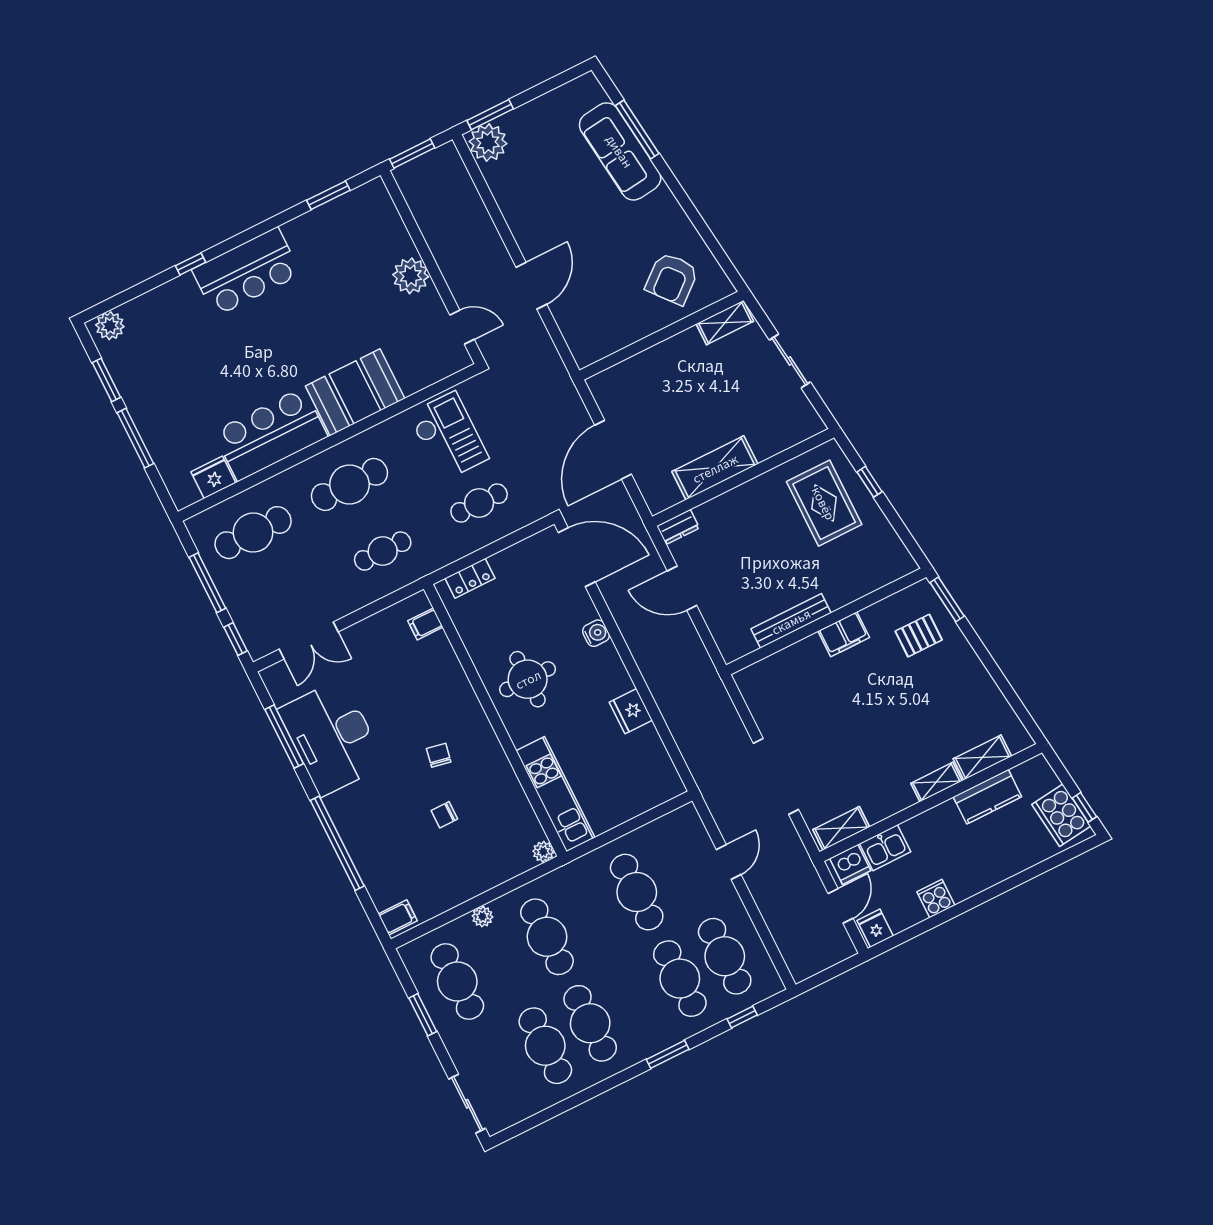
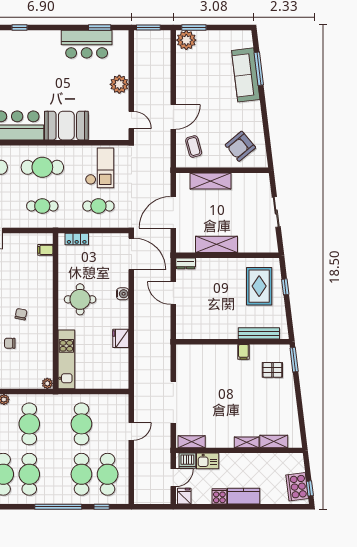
bar counter: (246, 272) -> (87, 44), moved
coffee table: (592, 319) -> (194, 146), added
shelving: (725, 323) -> (211, 181), moved, width x1.50, depth x1.33
bench: (791, 621) -> (259, 333), moved
filing cabinet: (844, 634) -> (243, 352), width x0.50
kitchen counter: (987, 797) -> (244, 496), moved, turned 180
window: (668, 1054) -> (58, 507), width x2.11

